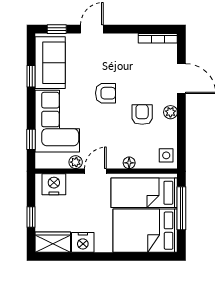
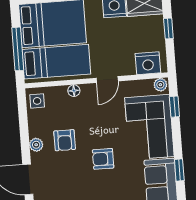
plant: (76, 162) -> (160, 85), moved

